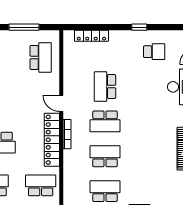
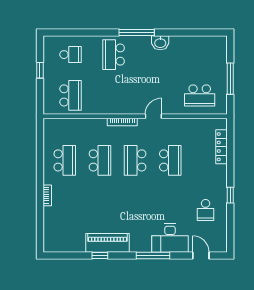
school desk: (105, 87) -> (170, 160), turned 90
locker: (52, 140) -> (117, 107), removed

